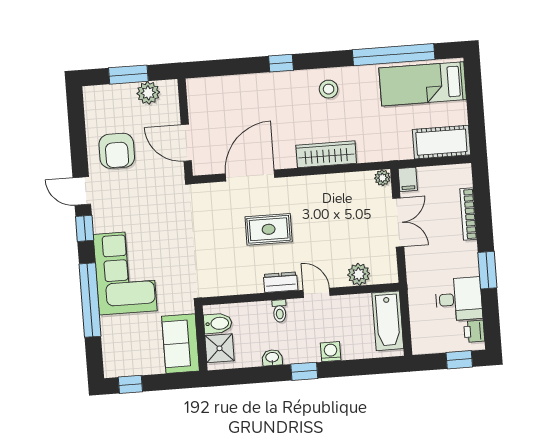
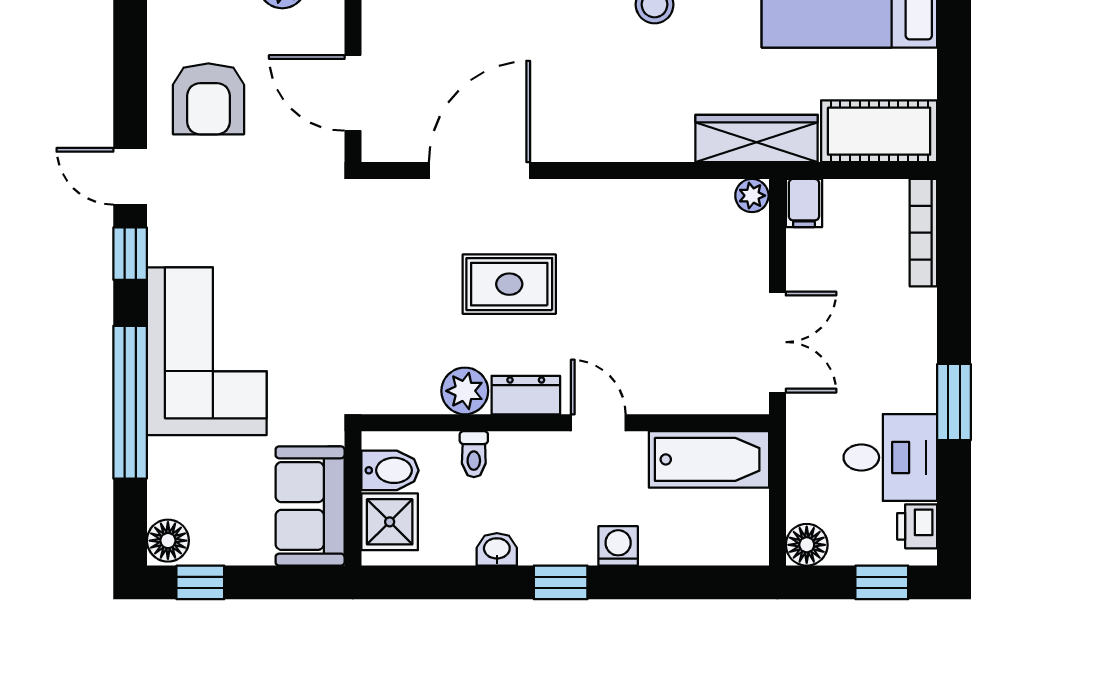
wardrobe: (326, 154) -> (757, 138), moved
bookcase: (468, 214) -> (923, 233), moved
double door: (398, 222) -> (777, 342), moved
plant: (359, 274) -> (465, 391), moved
toilet: (280, 311) -> (474, 454), moved
bathtub: (388, 321) -> (709, 459), moved, turned -90
floor lamp: (422, 344) -> (807, 545), added
floor lamp: (113, 365) -> (168, 541), added

